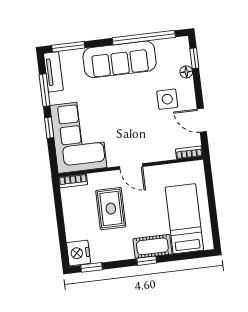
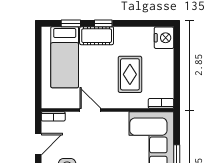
door: (202, 120) -> (38, 144), hinge flipped
door: (131, 167) -> (90, 110), moved
window: (92, 267) -> (71, 23), moved

